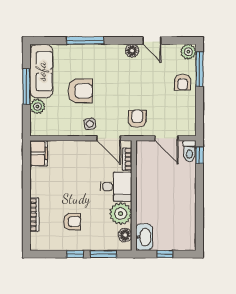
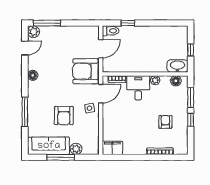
door: (152, 41) -> (25, 48), moved
armchair: (183, 82) -> (57, 36), removed
armchair: (80, 91) -> (64, 116), turned 180
armchair: (137, 119) -> (85, 71), width x1.88, depth x1.88
window: (199, 155) -> (128, 23), moved
plant: (121, 214) -> (155, 80), width x0.53, depth x0.53

